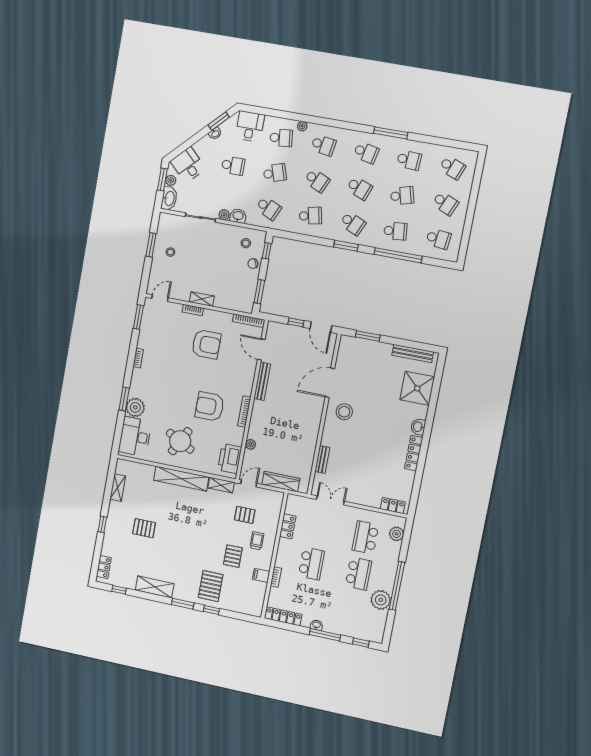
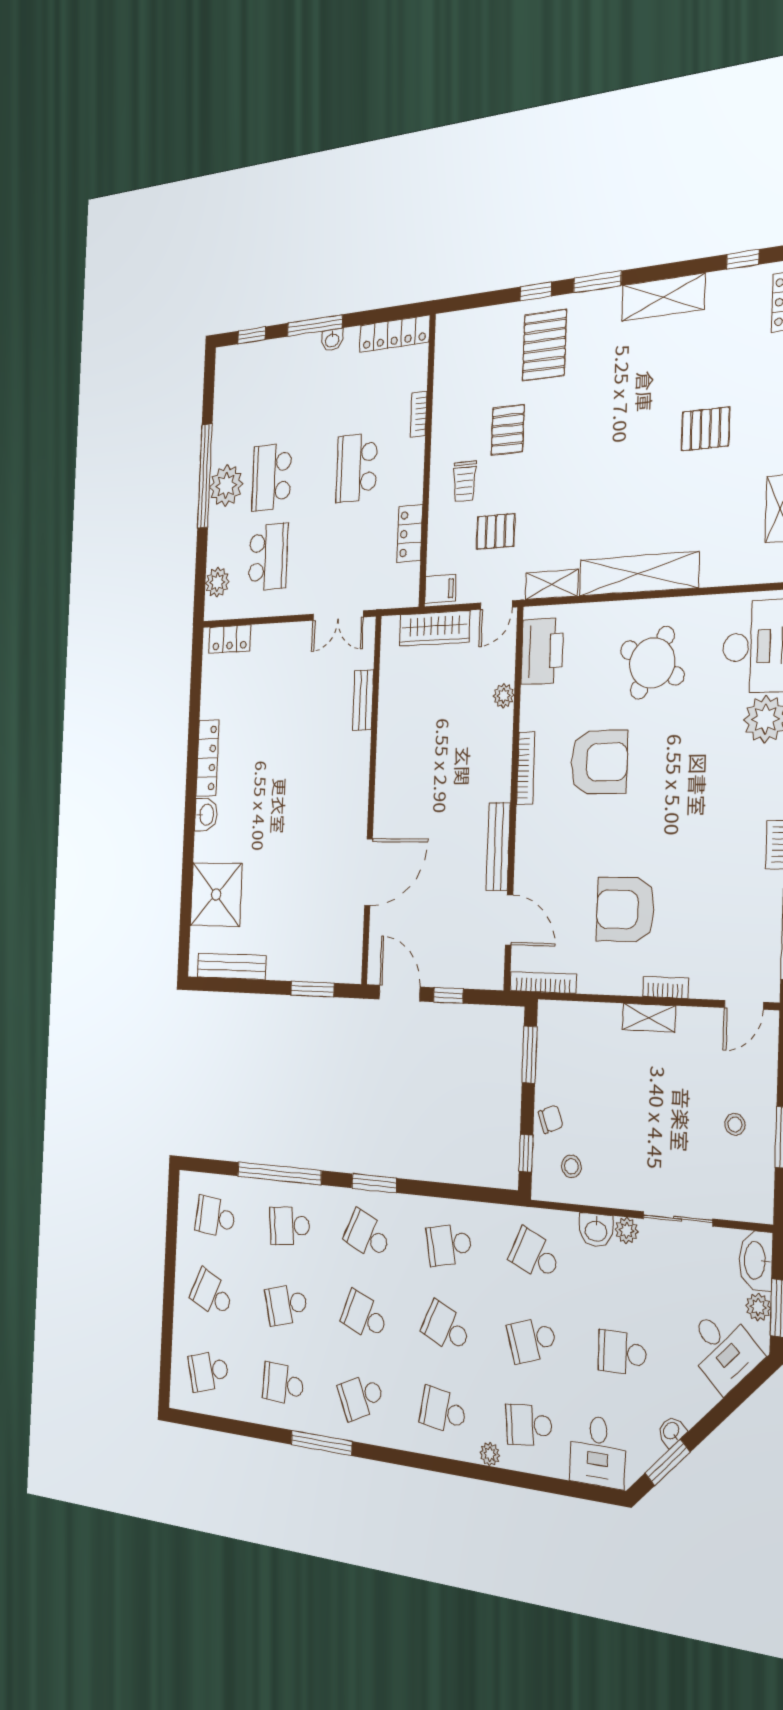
school desk: (366, 153) -> (361, 1397), turned -36
school desk: (452, 168) -> (209, 1371), turned -36
stool: (344, 412) -> (335, 815), removed
filing cabinet: (261, 575) -> (440, 589), moved
plant: (381, 600) -> (226, 486), moved

